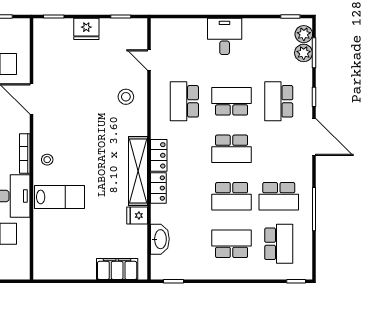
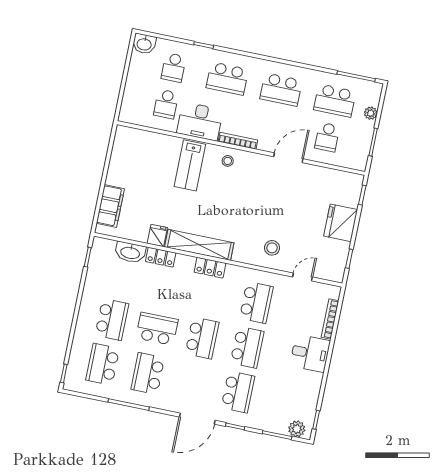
bookcase: (186, 23) -> (330, 319), added
fridge: (86, 29) -> (341, 223), width x1.36, depth x1.34
plant: (304, 53) -> (279, 425), removed
school desk: (184, 101) -> (256, 302), turned 90
school desk: (279, 101) -> (238, 392), turned 90
school desk: (232, 149) -> (202, 338), turned 180
locker: (158, 188) -> (161, 257), moved
school desk: (232, 196) -> (157, 329), turned 90
school desk: (279, 244) -> (103, 364), turned 90

